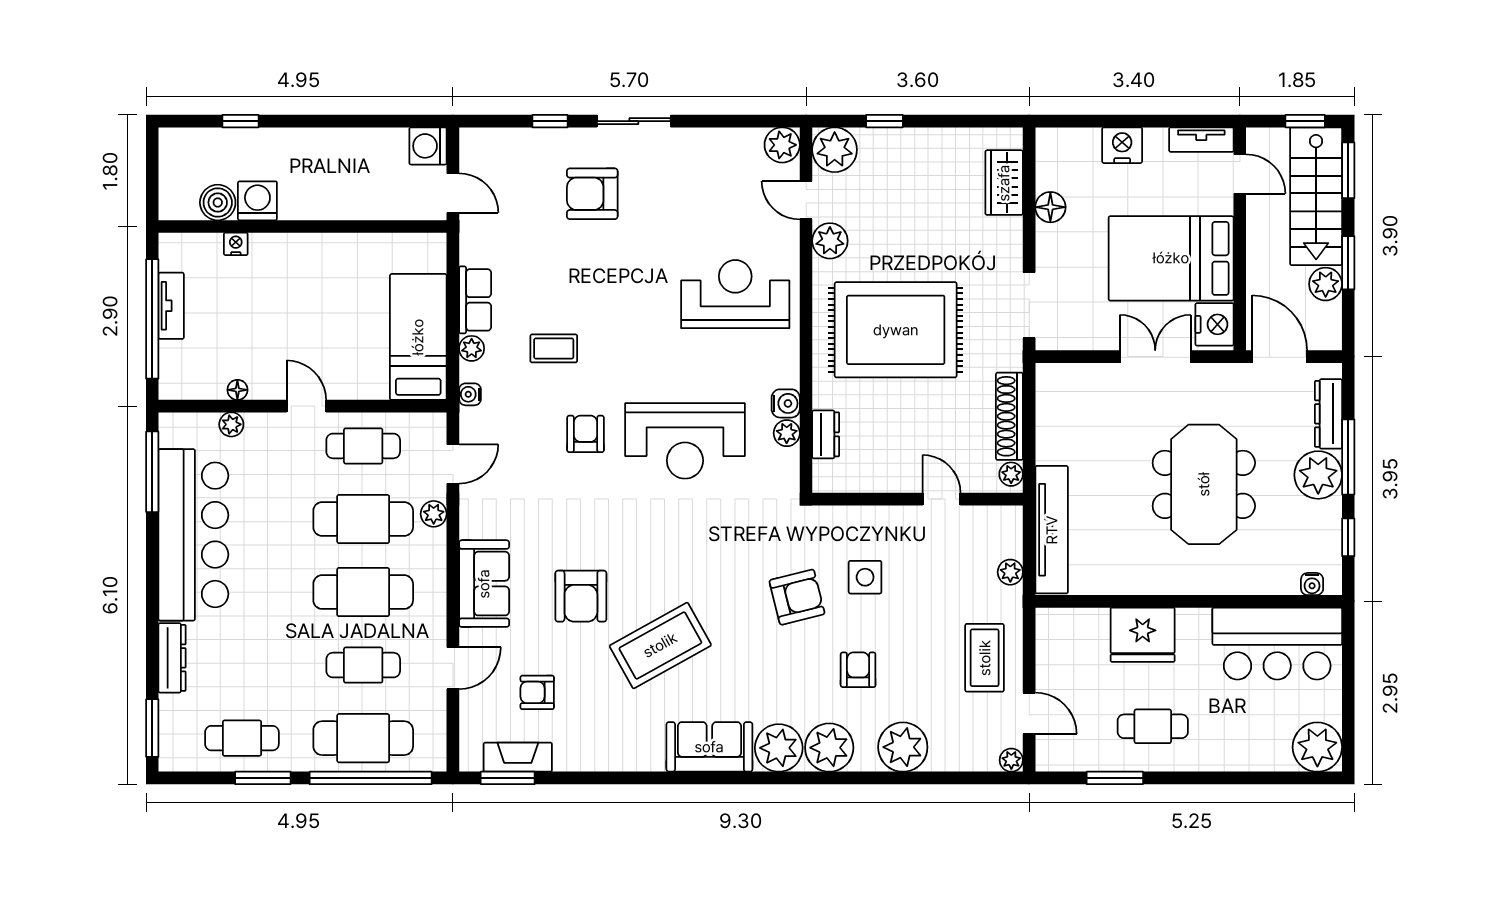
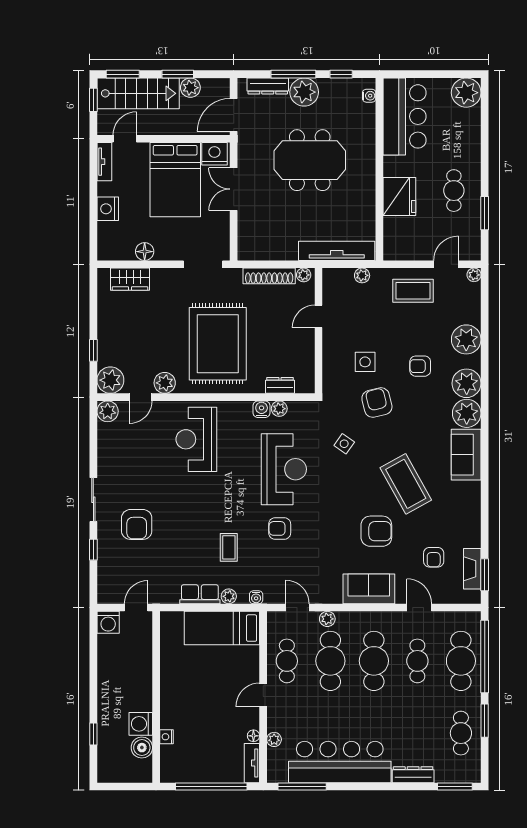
tv unit: (171, 306) -> (252, 763), moved, turned -90
side table: (728, 542) -> (344, 444), added

